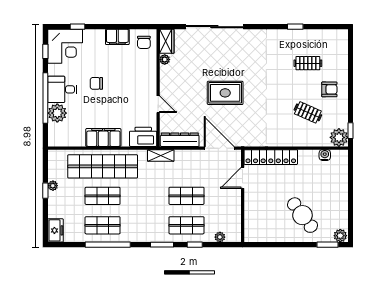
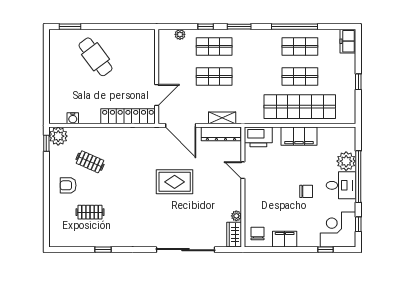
shelving: (161, 155) -> (222, 118), moved
plant: (53, 186) -> (351, 87), removed
plant: (340, 236) -> (57, 36), removed

